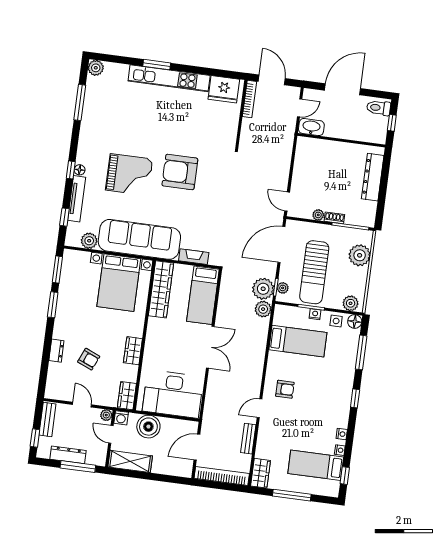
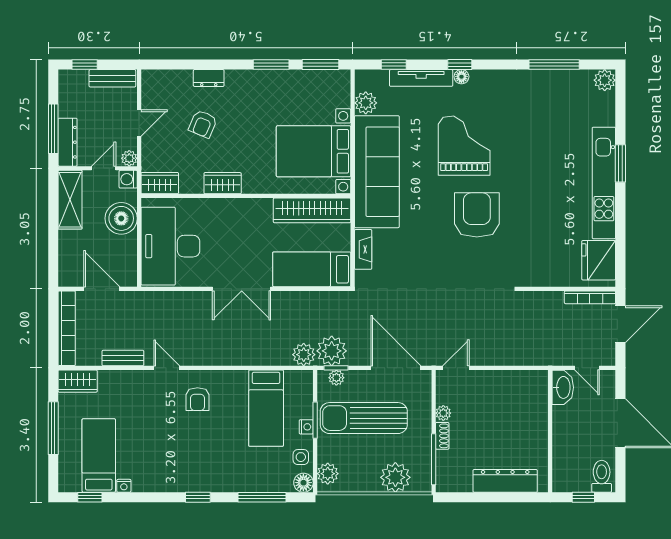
grand piano: (129, 175) -> (464, 146), turned 180
nightstand: (342, 434) -> (146, 485), removed
dresser: (68, 455) -> (68, 142), moved

